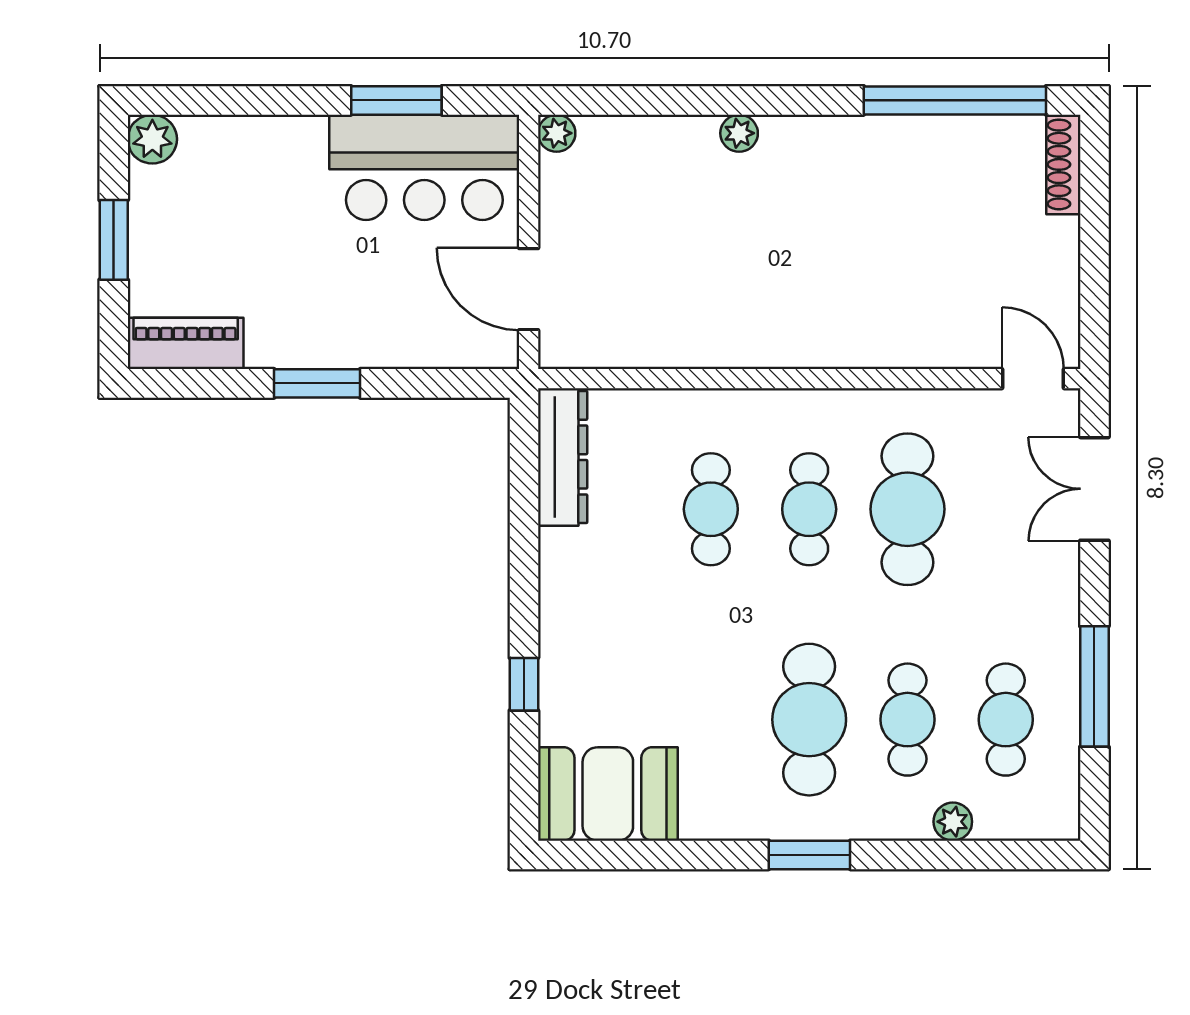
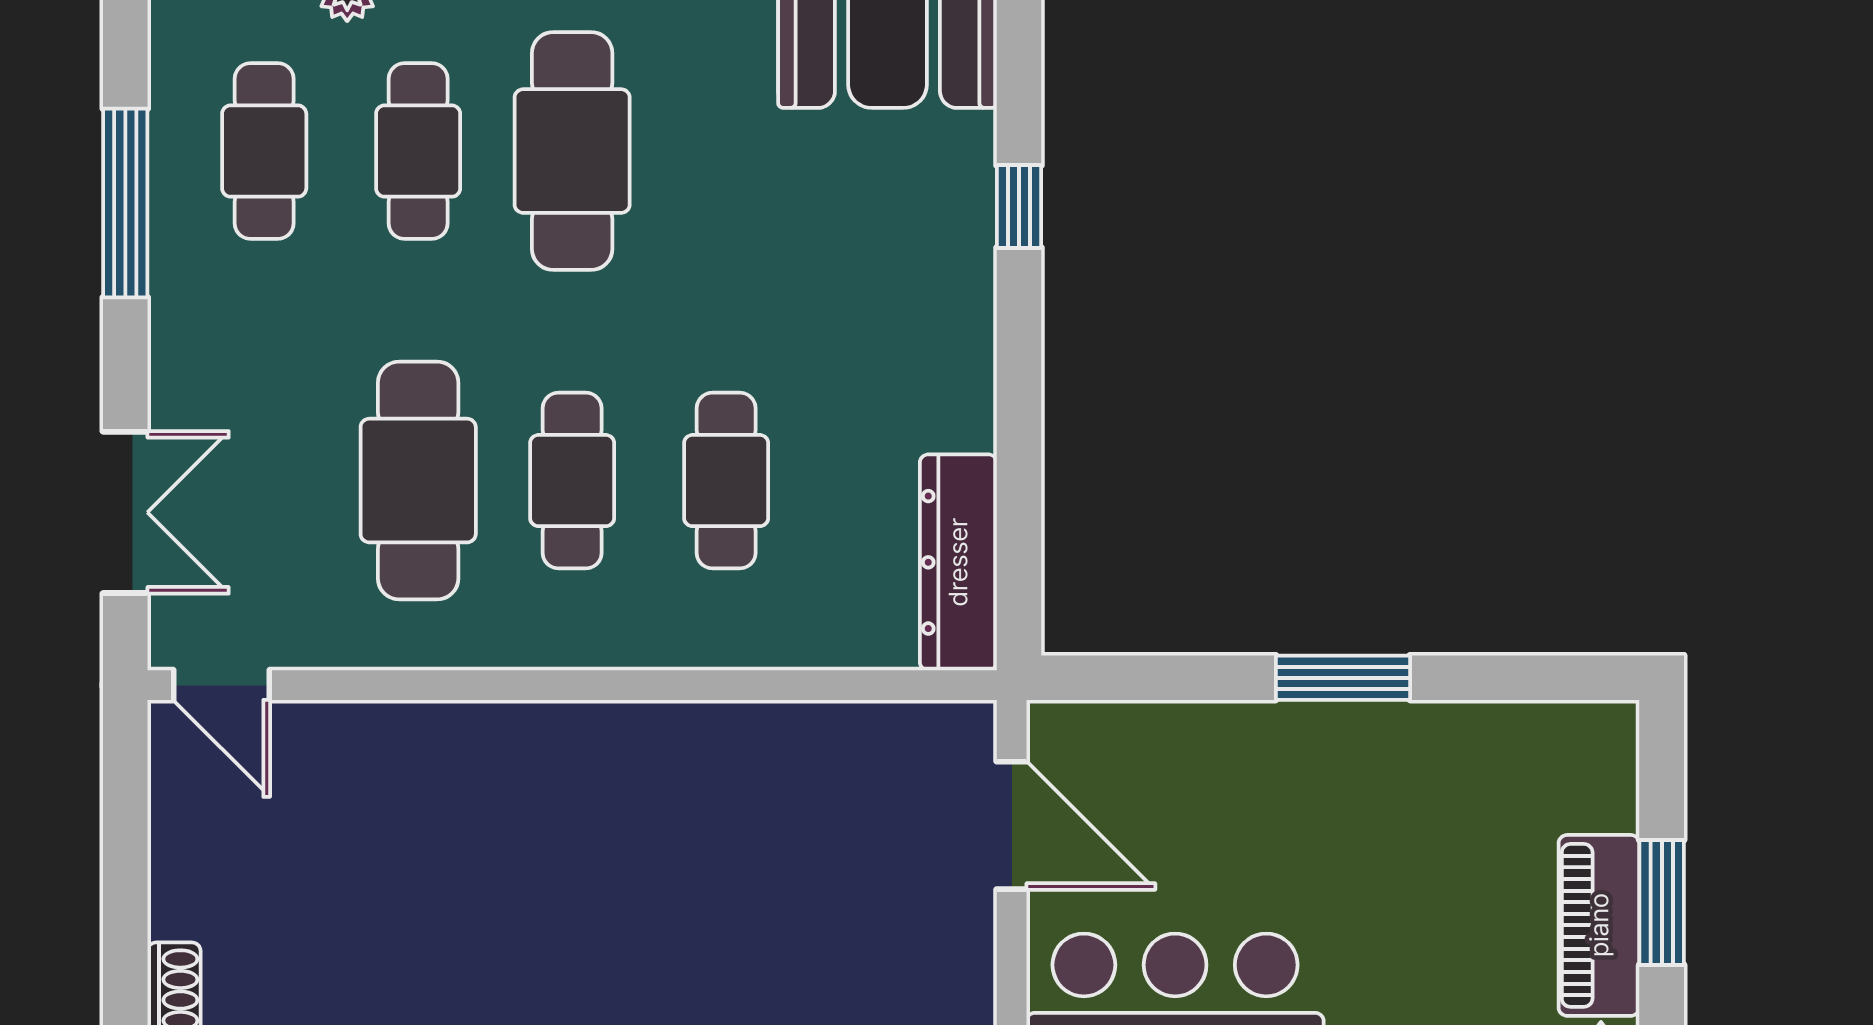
piano: (186, 343) -> (1599, 925), moved, turned 90

